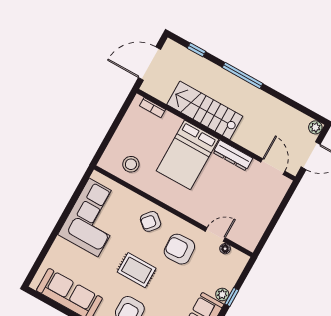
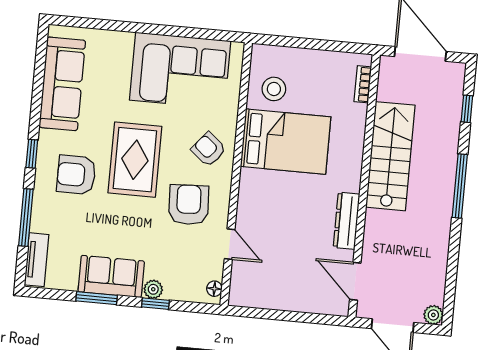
bed: (188, 155) -> (286, 142), moved, turned 180
door: (273, 167) -> (355, 281), swing flipped
floor lamp: (225, 249) -> (214, 289), moved
rug: (137, 270) -> (135, 160), width x1.36, depth x1.43

